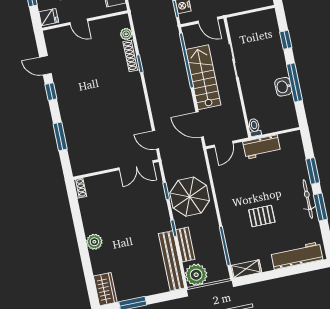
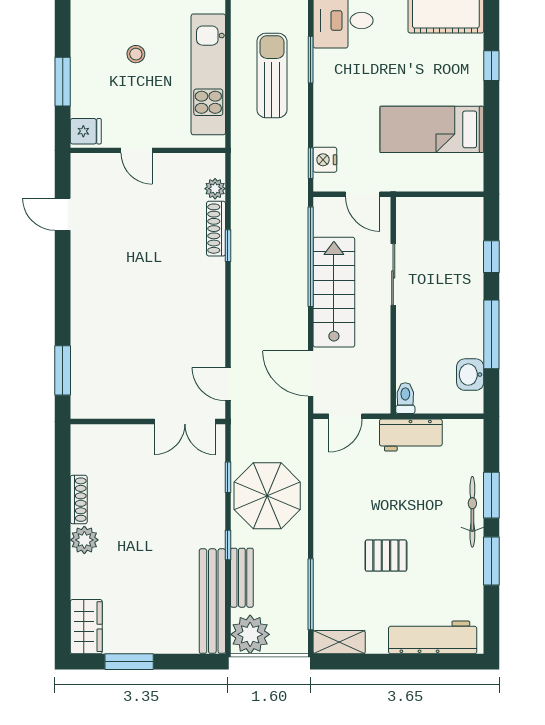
washbasin: (283, 87) -> (470, 375), moved
window: (51, 92) -> (63, 262), removed
window: (60, 136) -> (63, 370), moved
shoe rack: (80, 188) -> (79, 500), moved, width x1.43
bicycle: (308, 199) -> (472, 512), moved

